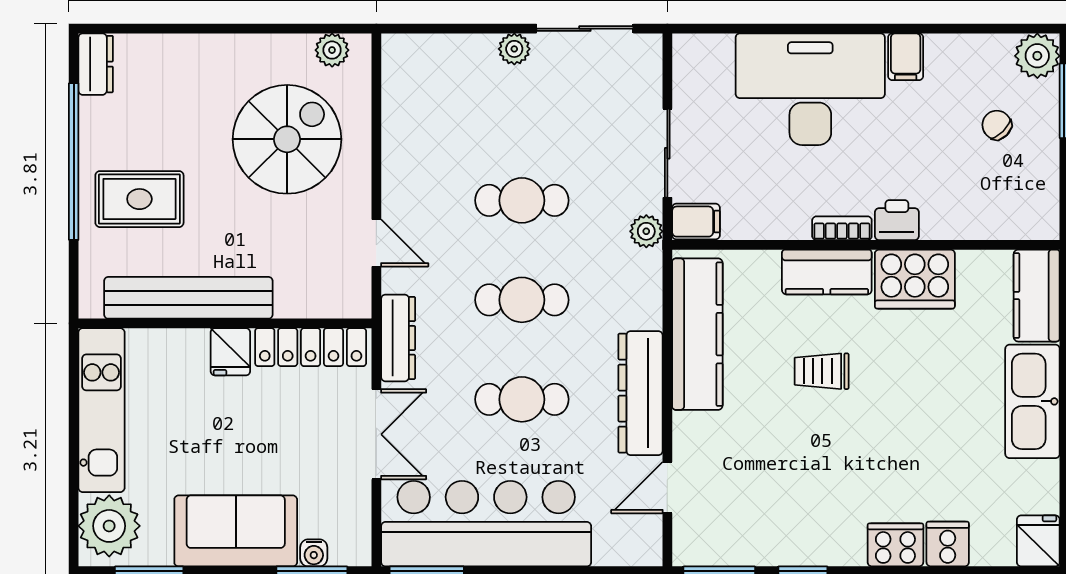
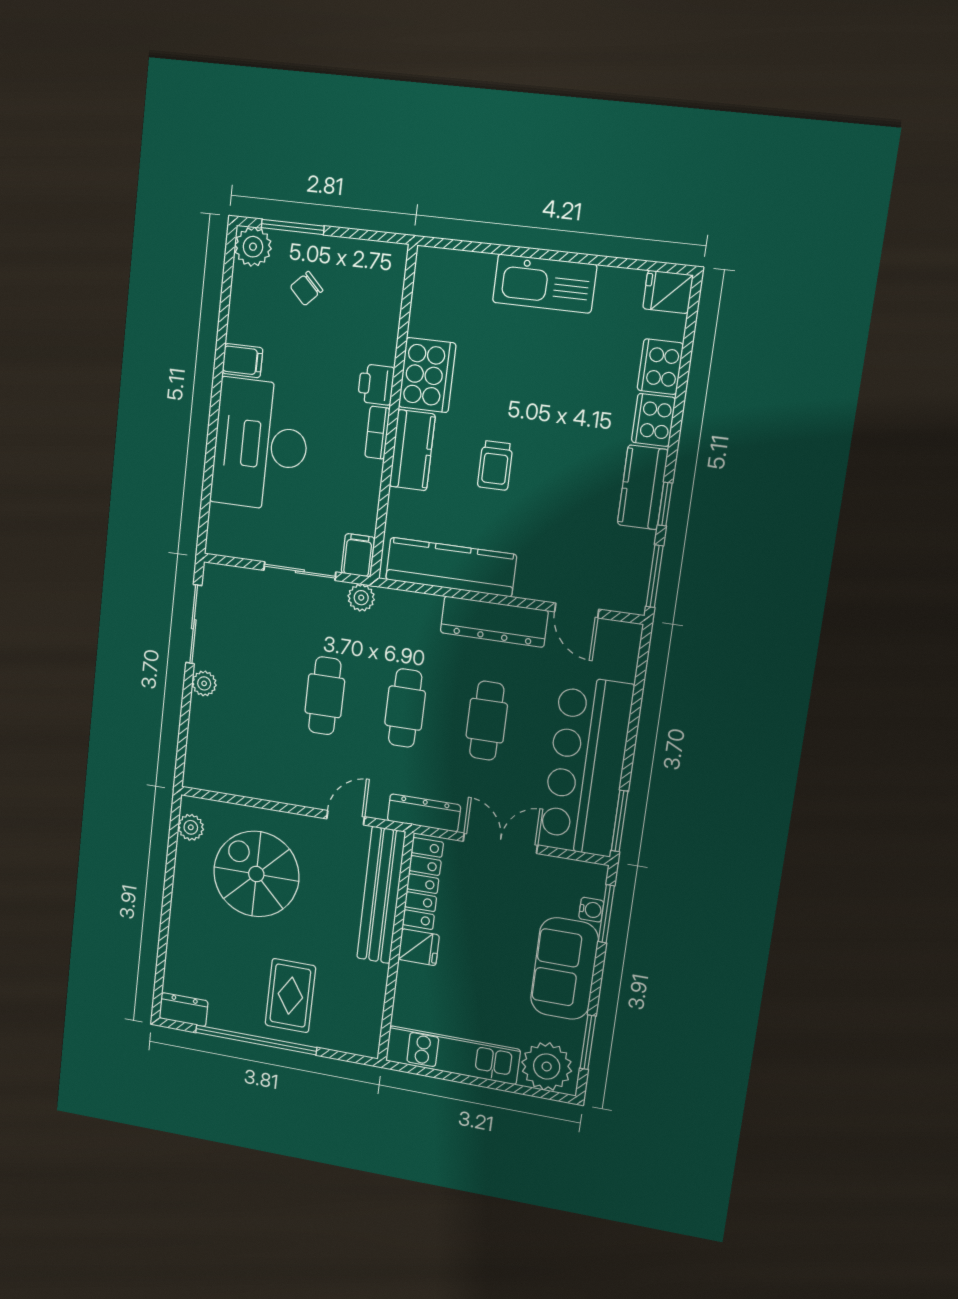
kitchen counter: (1037, 296) -> (643, 487), moved, turned 90
bench: (188, 298) -> (381, 895), moved
cooker: (948, 544) -> (660, 367), width x1.36

